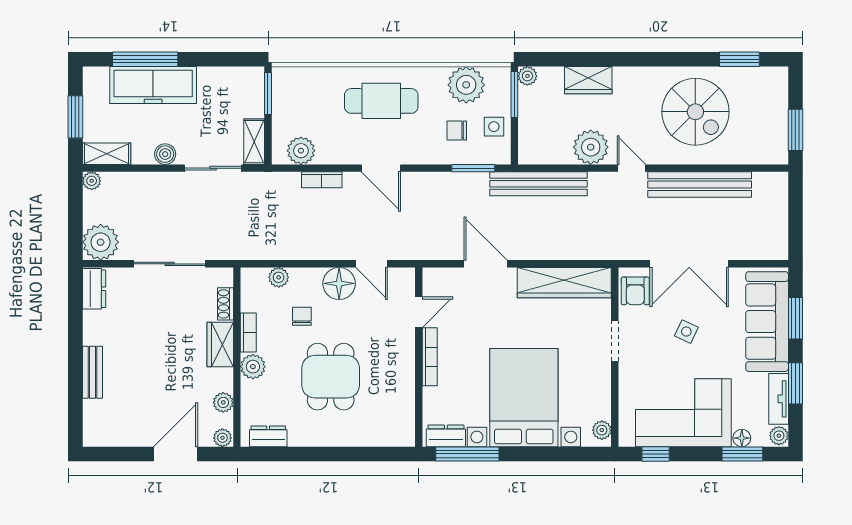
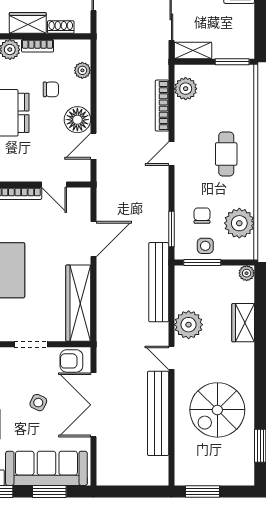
window: (514, 95) -> (202, 262), moved
cafe table: (381, 101) -> (226, 154), width x0.73, depth x0.74
door: (381, 168) -> (171, 154), width x0.73
door: (631, 168) -> (171, 358), swing flipped
bookcase: (322, 180) -> (162, 106), width x1.56

